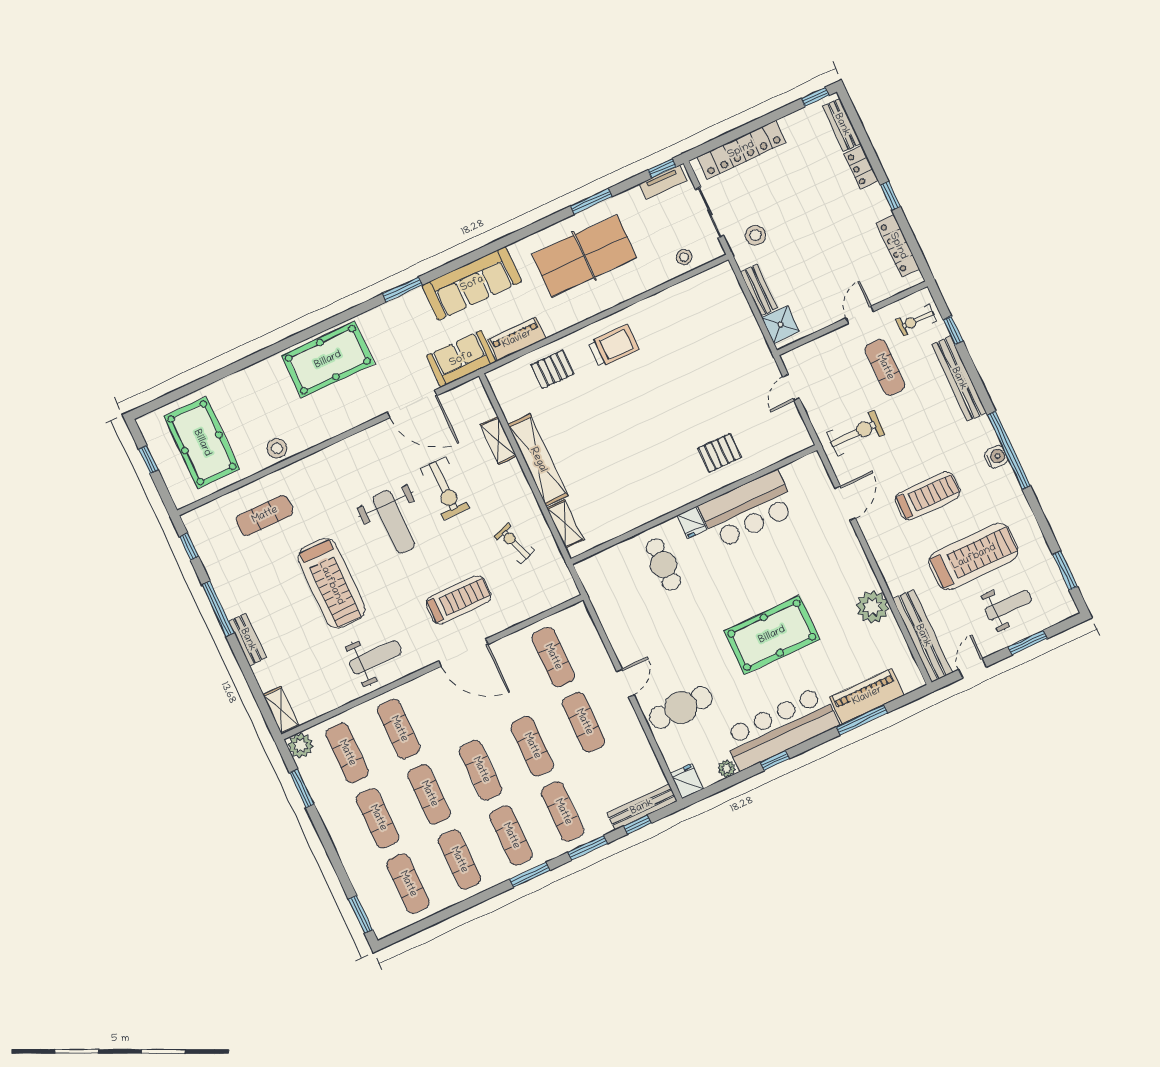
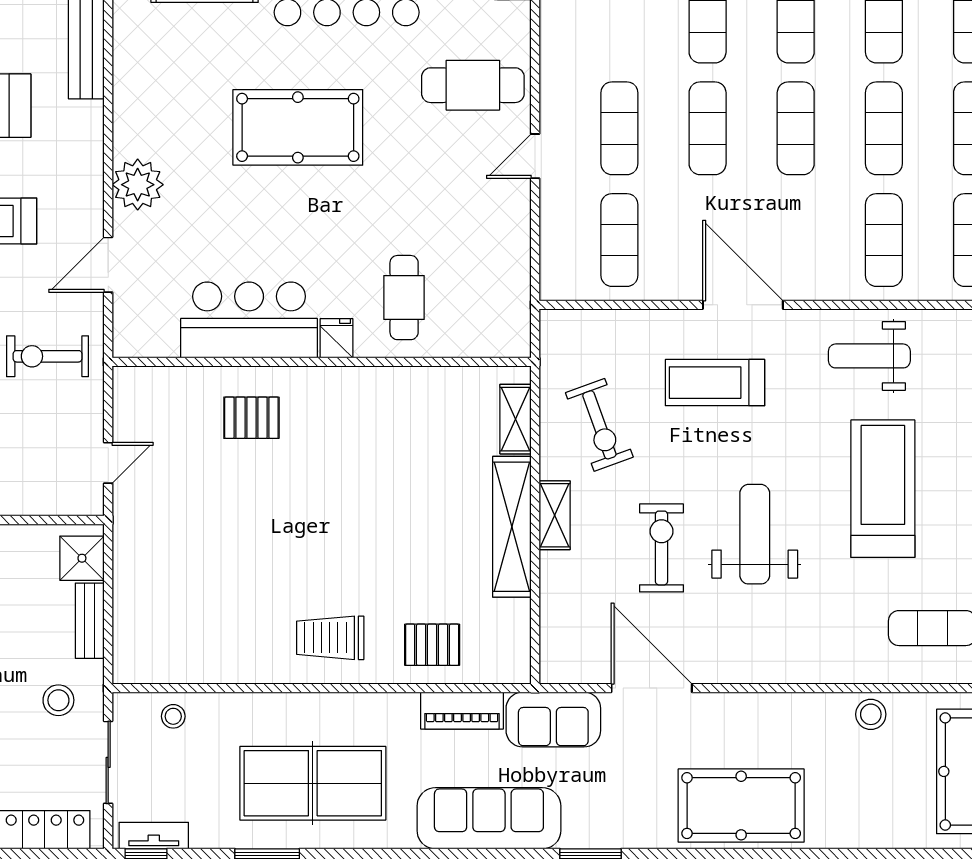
shelving: (498, 440) -> (555, 515), moved
exercise bike: (514, 543) -> (599, 425), width x1.38, depth x1.39
plant: (872, 607) -> (138, 185), moved

